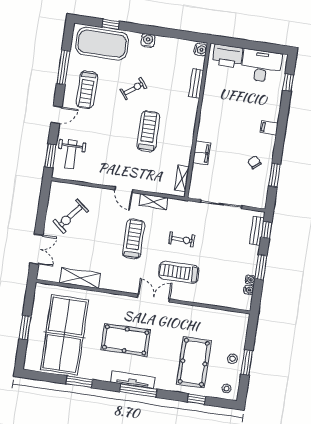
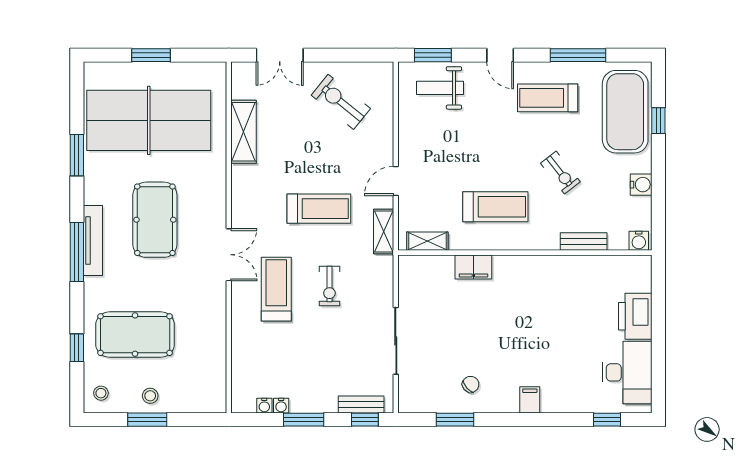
water cooler: (201, 50) -> (639, 241), moved
bench: (196, 83) -> (584, 242), moved
wall: (197, 120) -> (525, 253), moved
filing cabinet: (202, 153) -> (473, 267), moved
shelving: (182, 178) -> (427, 241), moved

